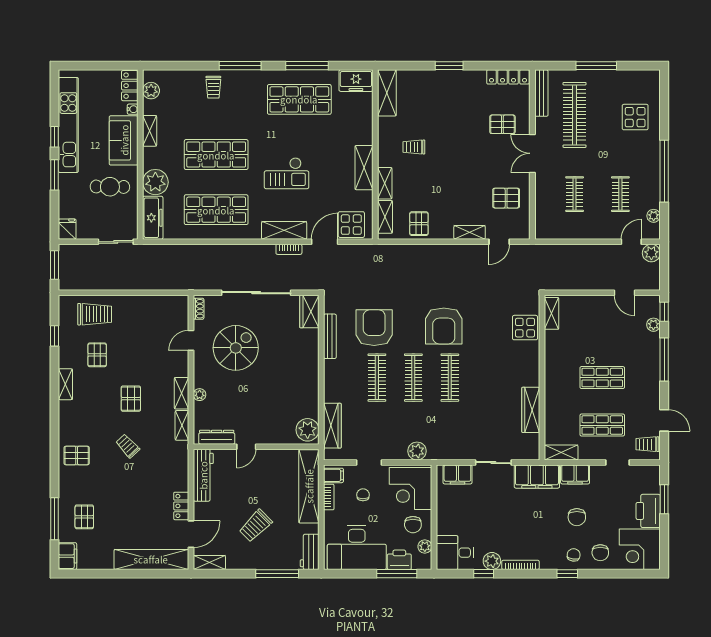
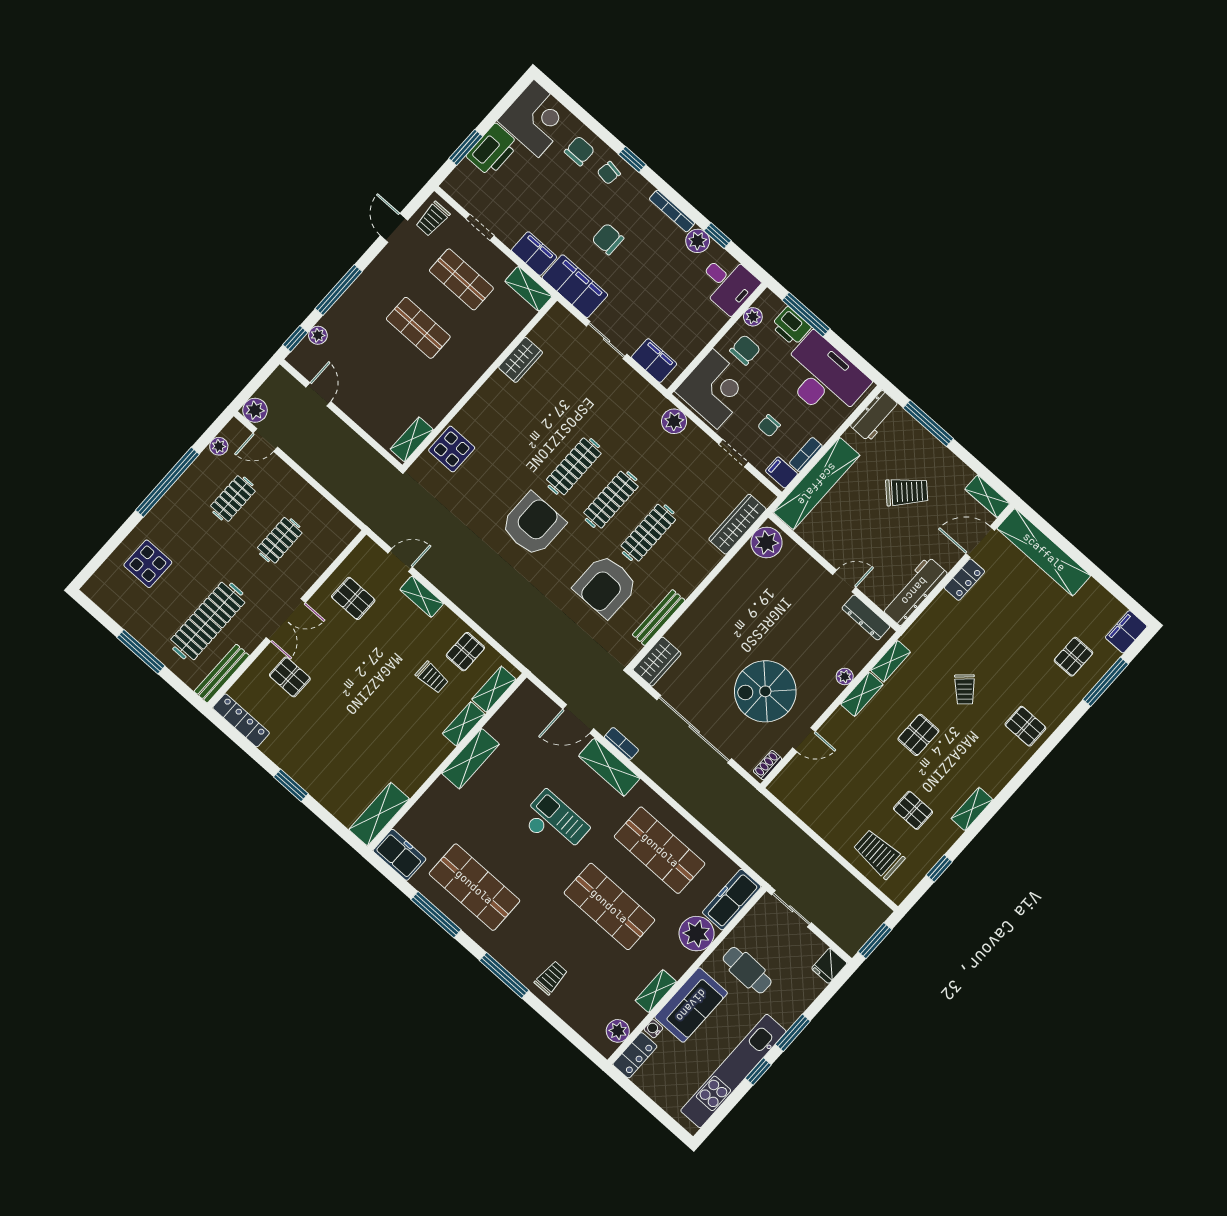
trolley: (414, 147) -> (432, 677), moved
display table: (351, 225) -> (535, 712), removed
pallet: (97, 355) -> (913, 810), turned 90
wardrobe: (531, 410) -> (521, 360), width x0.67
trolley: (647, 444) -> (433, 219), turned 90
chair: (577, 517) -> (608, 239), moved, turned -90

